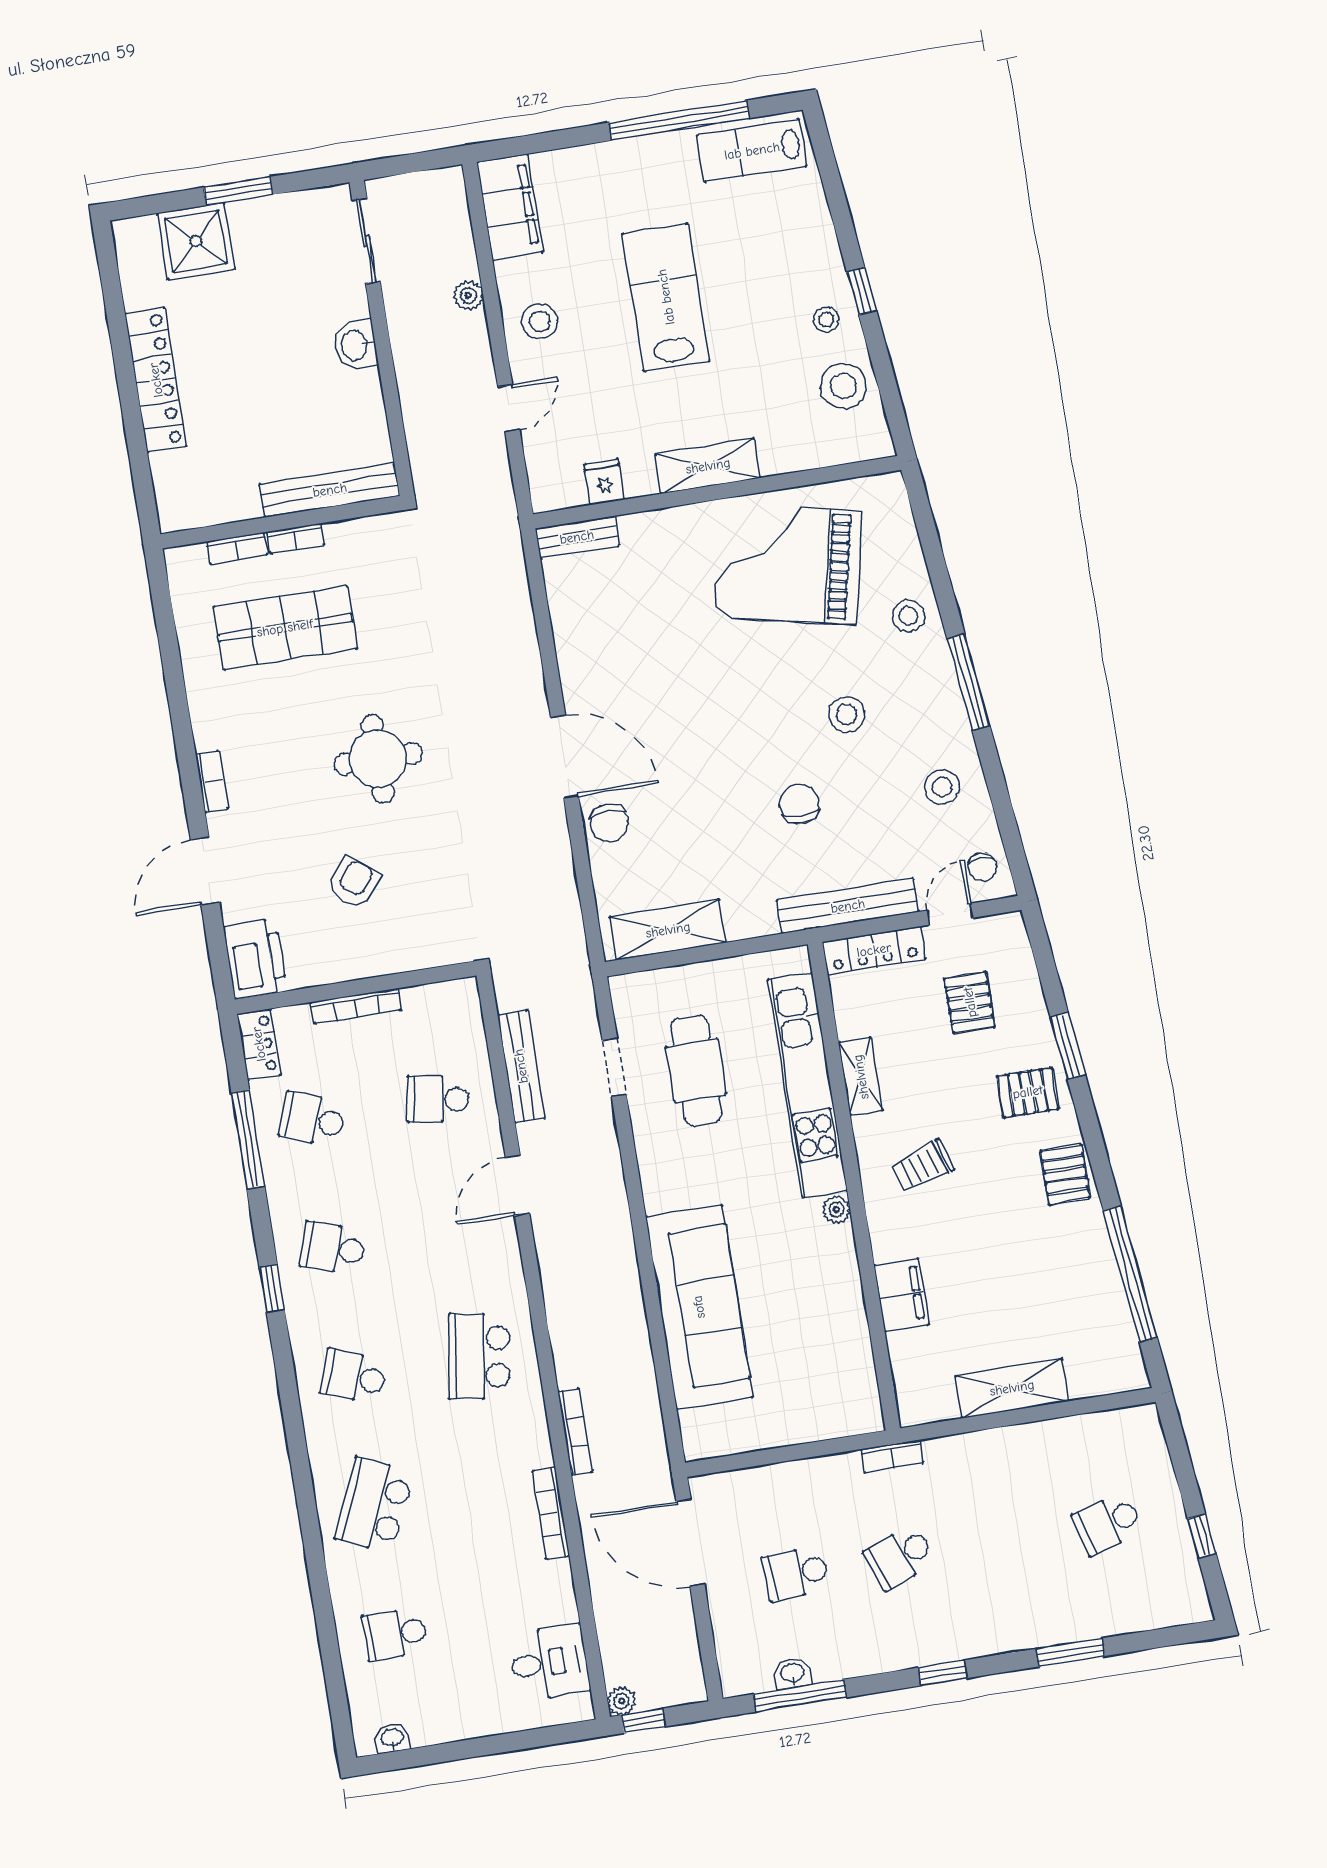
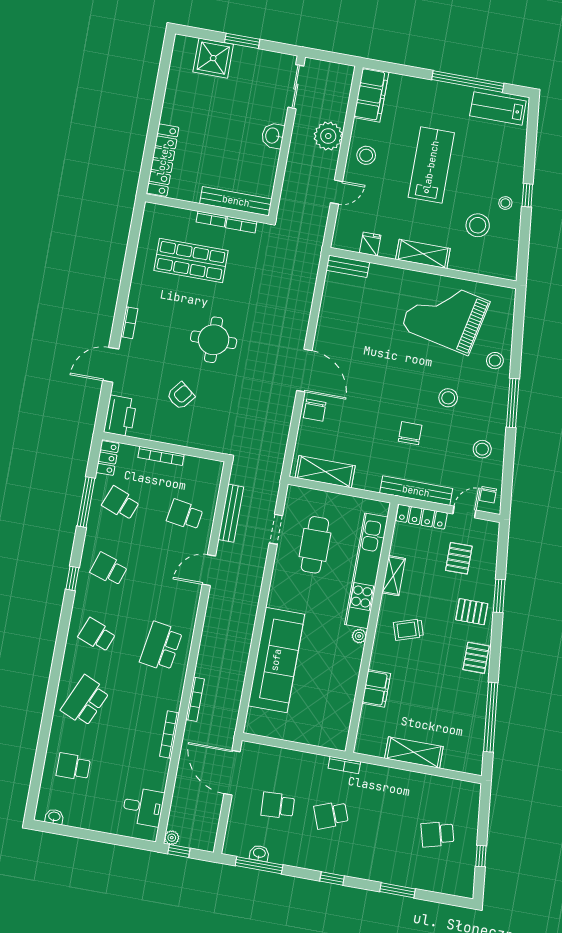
plant: (468, 295) -> (328, 136), width x1.88, depth x1.88
locker: (156, 380) -> (163, 160), moved
stool: (843, 386) -> (478, 225), moved
bookcase: (237, 548) -> (241, 225), moved

